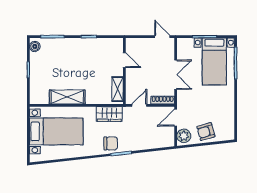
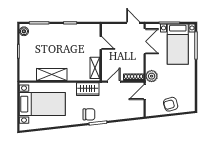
double door: (176, 75) -> (145, 41), moved
plant: (184, 136) -> (152, 76), moved

